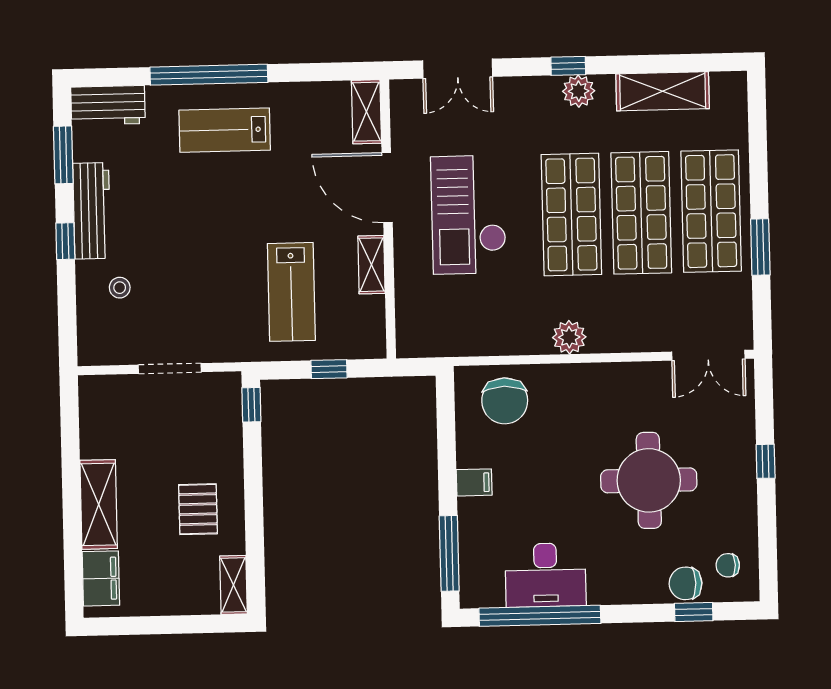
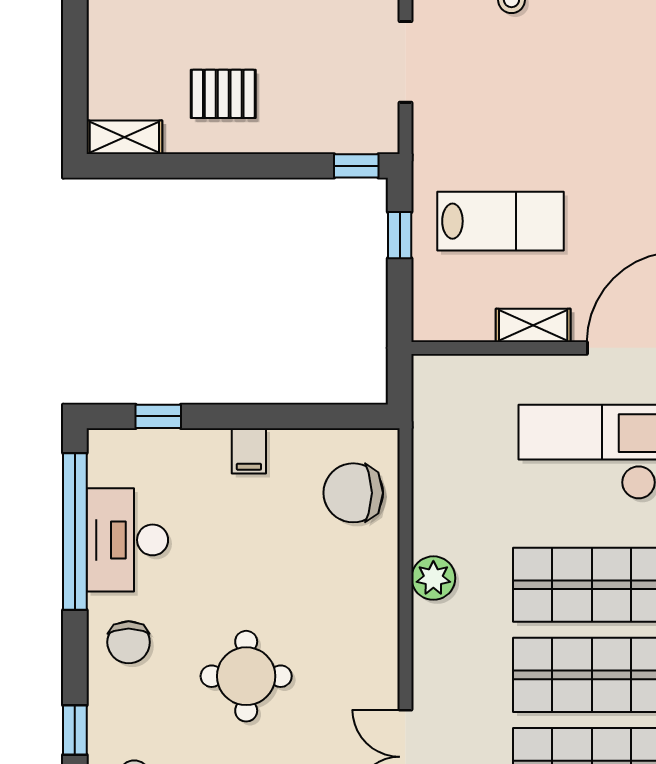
lab bench: (291, 292) -> (500, 221), turned 180
window: (329, 369) -> (400, 235), moved
round table: (649, 480) -> (246, 676), width x0.73, depth x0.73
window: (449, 553) -> (158, 416), width x0.46
chair: (686, 583) -> (129, 642), moved, turned 180

